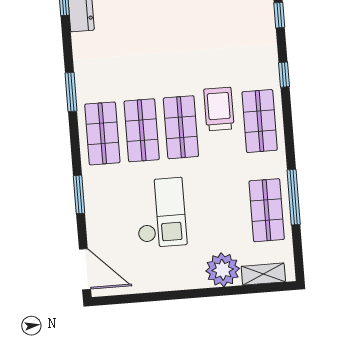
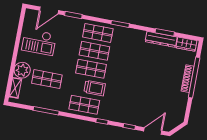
shop shelf: (267, 210) -> (47, 79), moved
checkout: (161, 213) -> (39, 42), moved
door: (85, 269) -> (49, 10), moved

